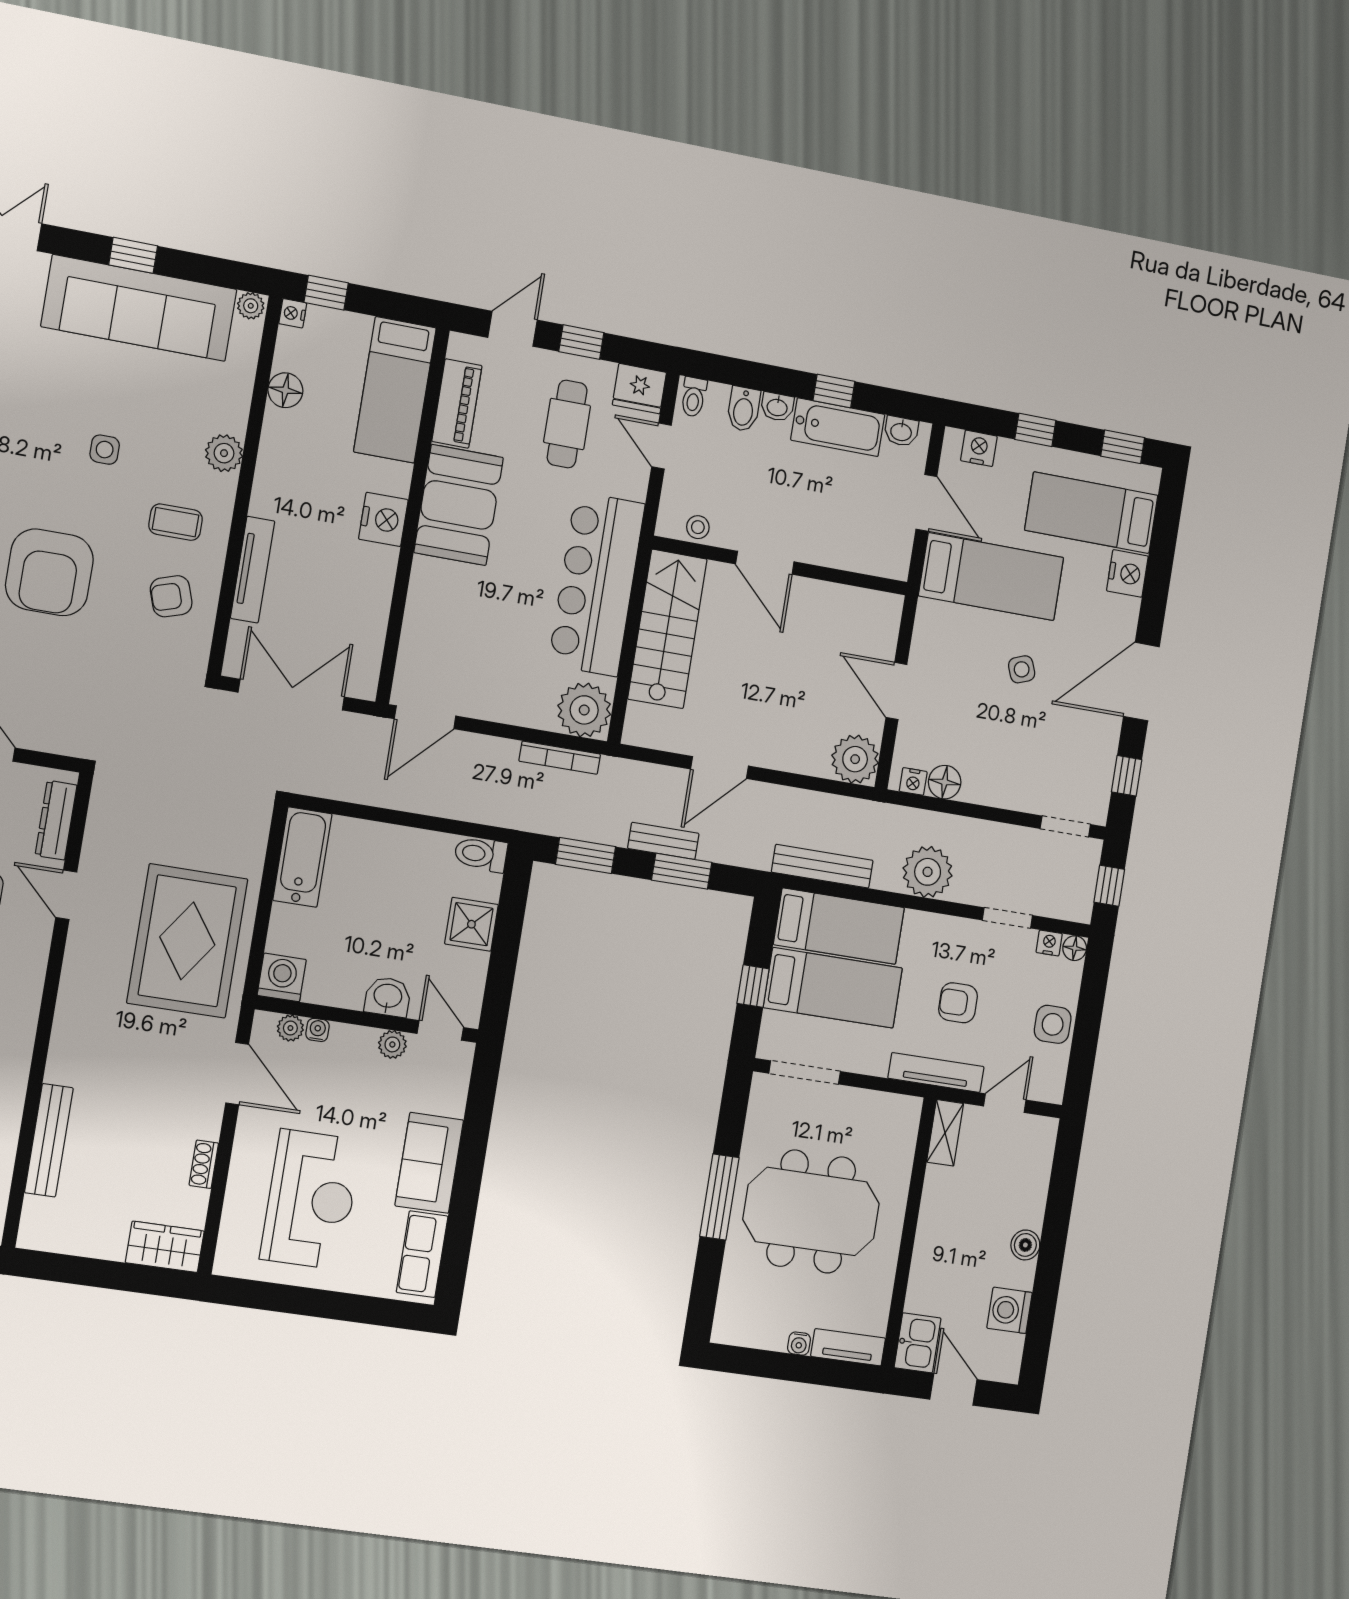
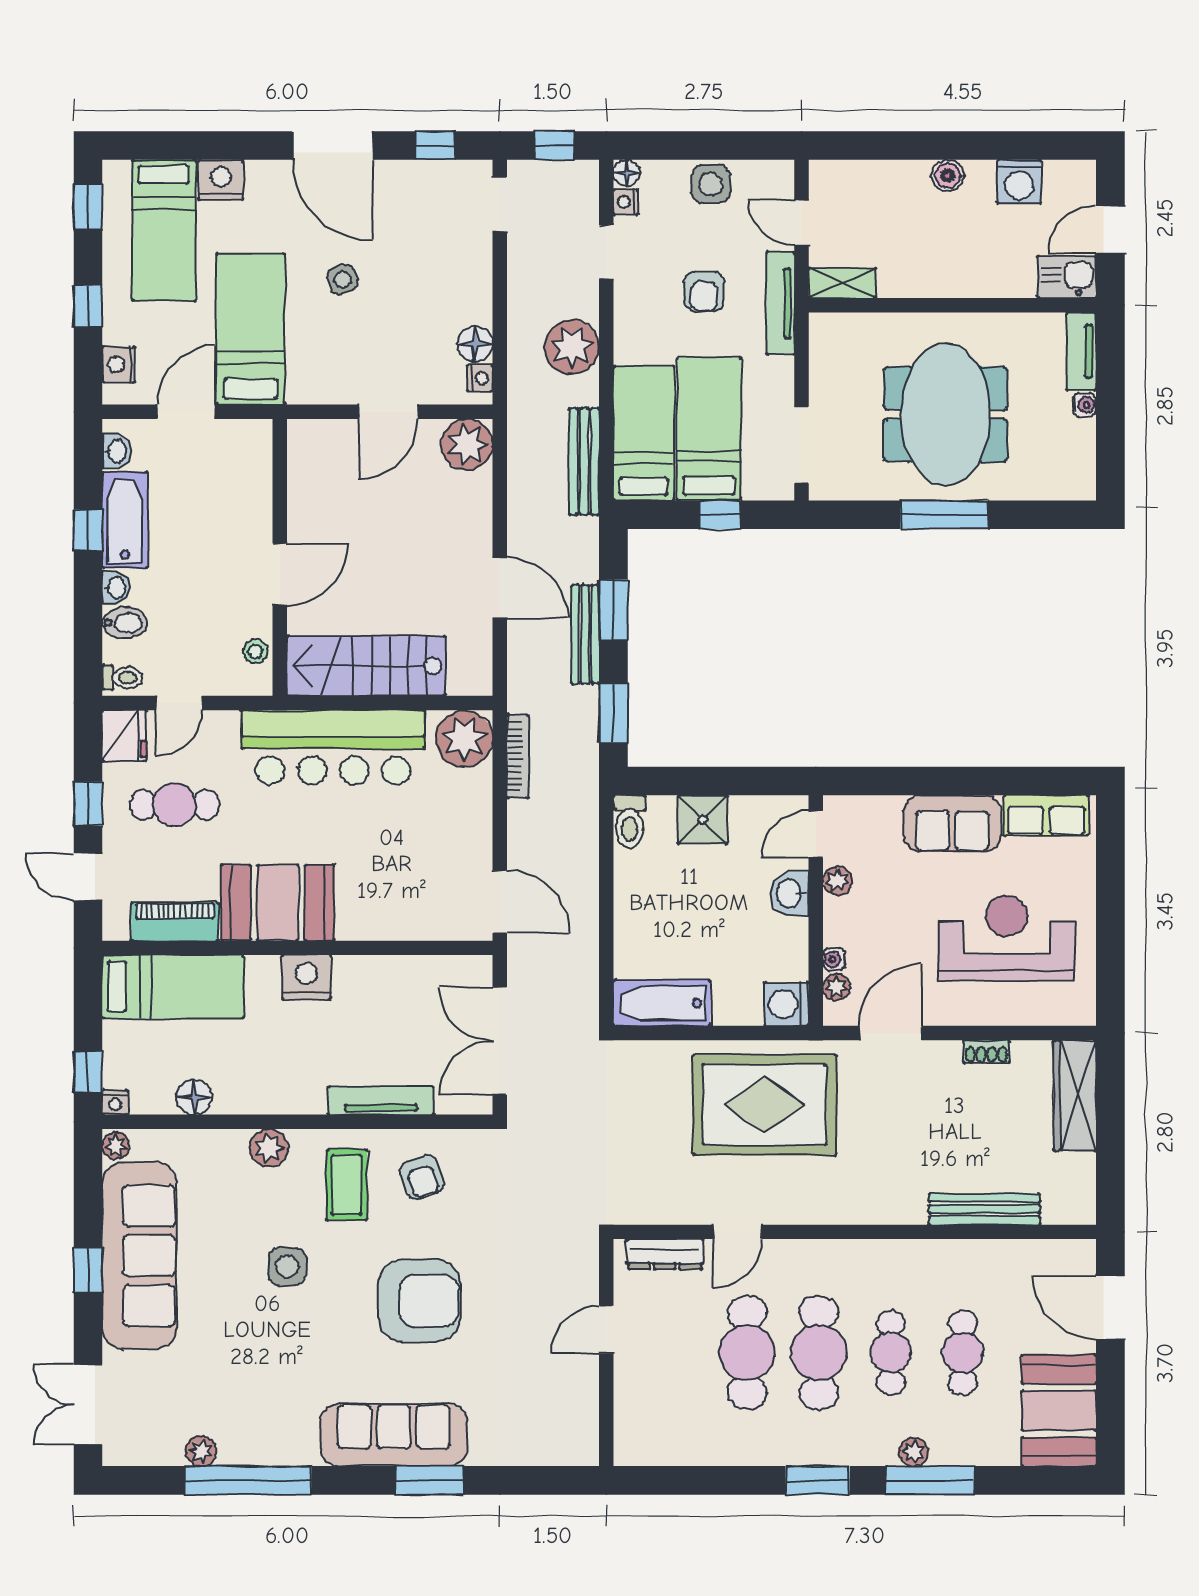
side table: (105, 450) -> (287, 1267), width x1.37, depth x1.37
coffee table: (176, 522) -> (347, 1185), width x1.36, depth x1.30
bench: (663, 841) -> (585, 634), width x1.36
wardrobe: (165, 1247) -> (1075, 1095), width x1.50

